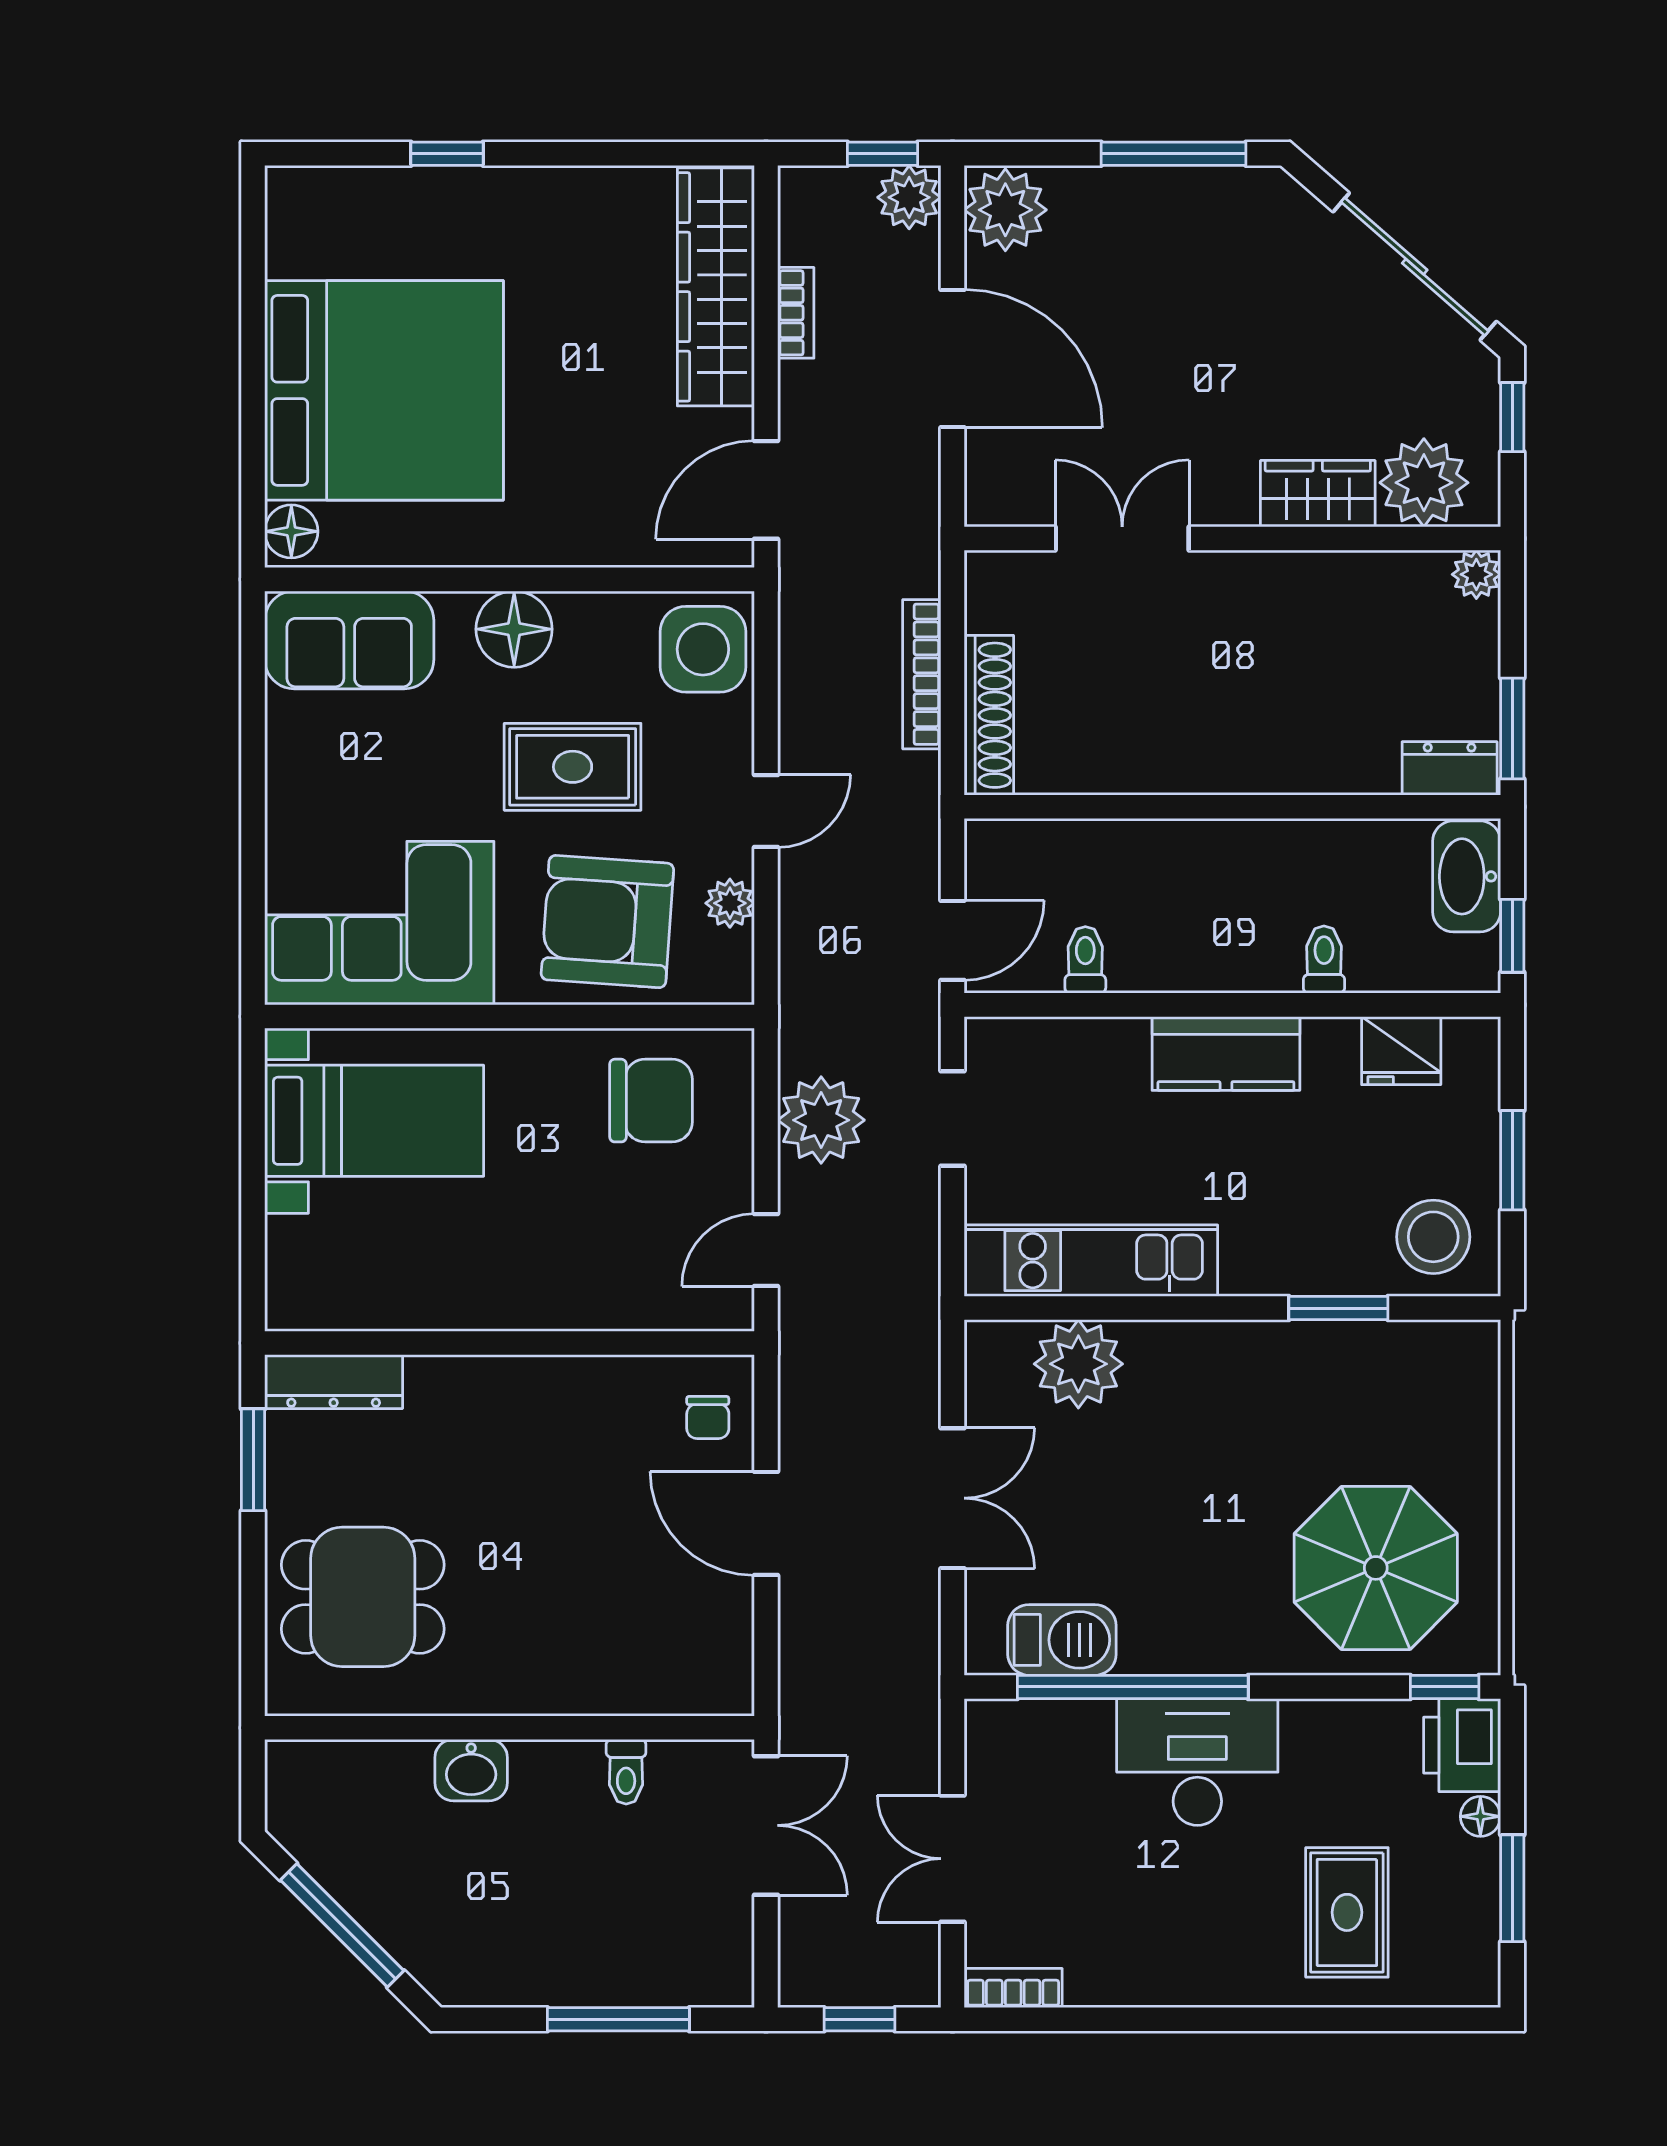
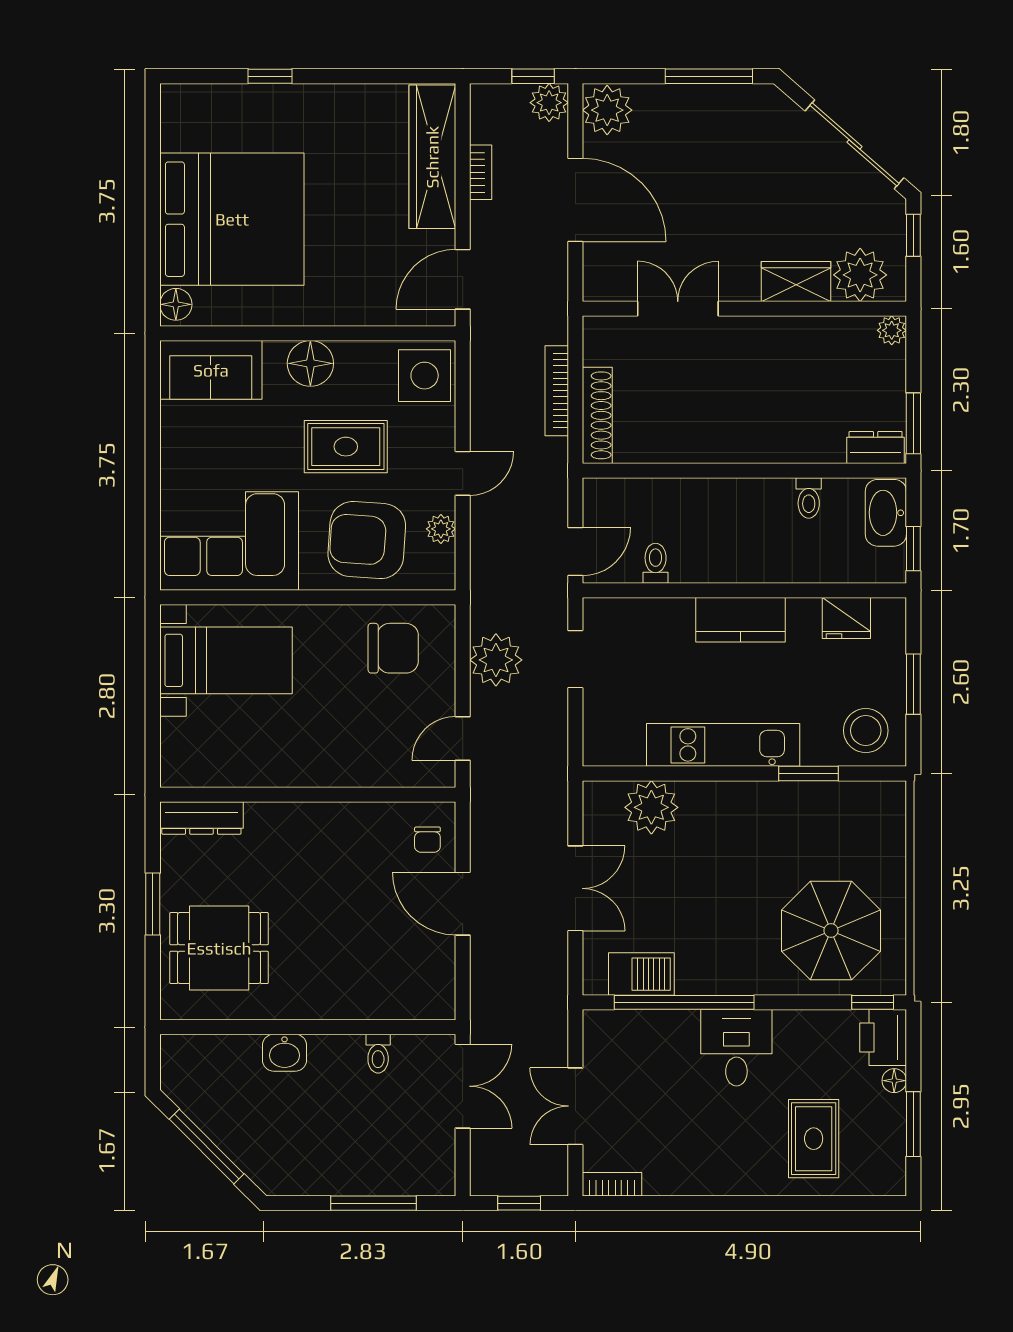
toilet: (1324, 960) -> (809, 498), moved, turned 180
kitchen unit: (1091, 1261) -> (723, 745), moved
window: (253, 1460) -> (153, 904), moved
desk: (1197, 1762) -> (736, 1048), width x0.73

